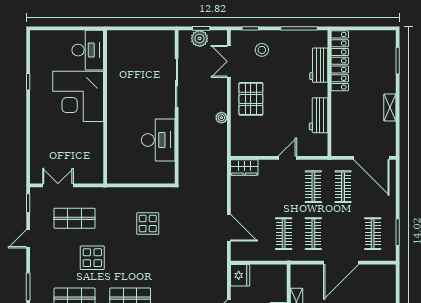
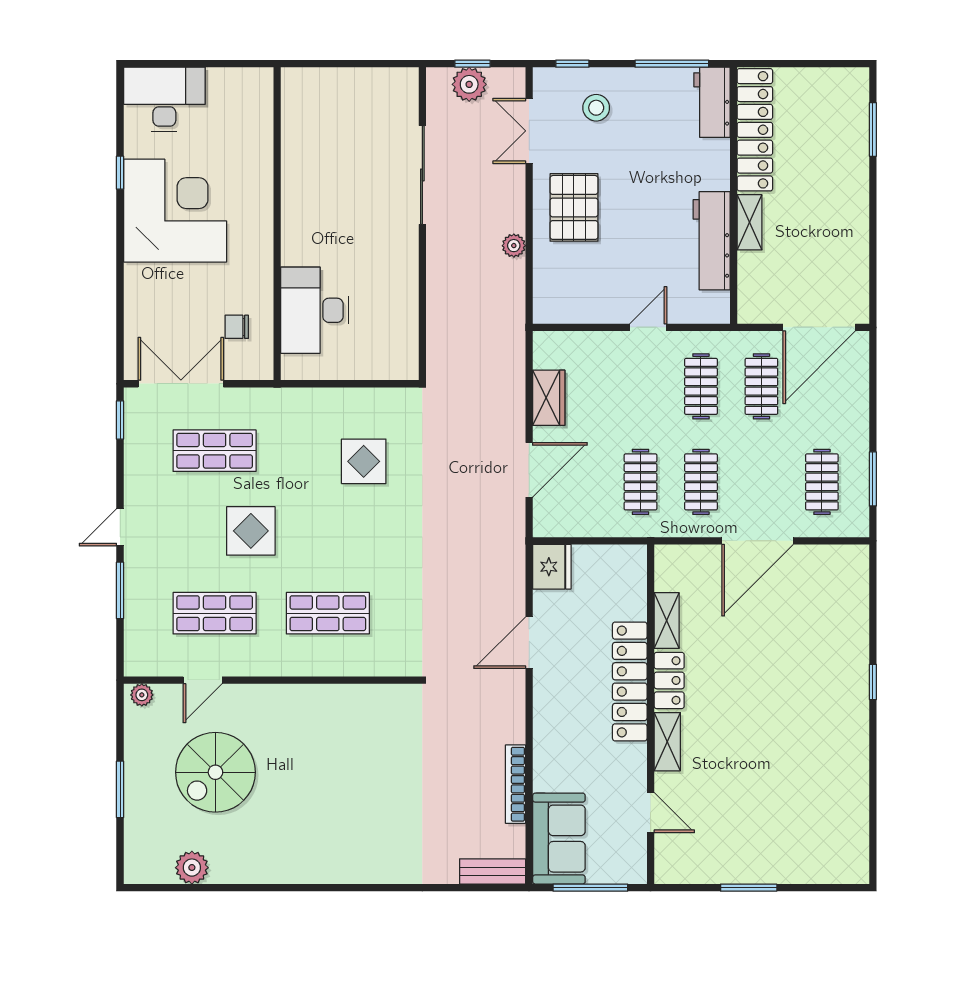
desk: (88, 50) -> (164, 99), moved, turned -90
workbench: (319, 65) -> (712, 102), moved
corner desk: (78, 96) -> (175, 211), moved, turned 180
shelving: (390, 107) -> (750, 222), moved
workbench: (319, 115) -> (712, 241), width x1.37
desk: (158, 140) -> (315, 310), moved, turned 180
chair: (85, 157) -> (237, 327), added
door: (371, 158) -> (819, 327), hinge flipped
wardrobe: (244, 167) -> (549, 398), moved, turned -90
double door: (58, 185) -> (181, 384), width x1.37
door: (229, 228) -> (529, 470), hinge flipped
door: (28, 239) -> (120, 527), moved

